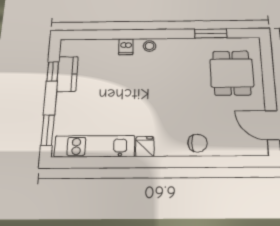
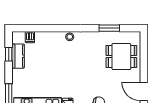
dishwasher: (126, 47) -> (30, 37), moved
dining table: (232, 73) -> (121, 57), turned 90

